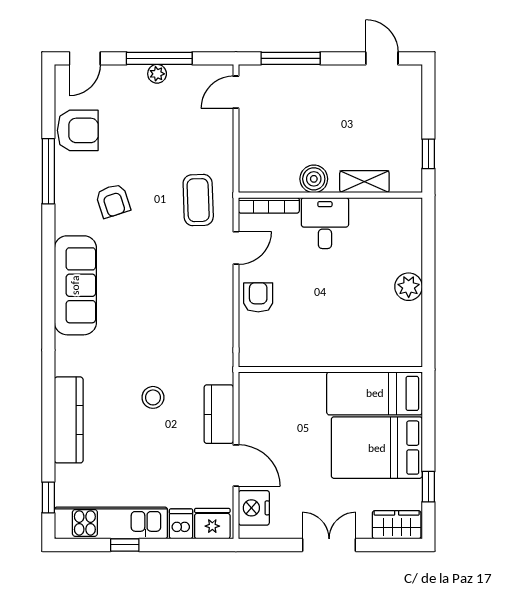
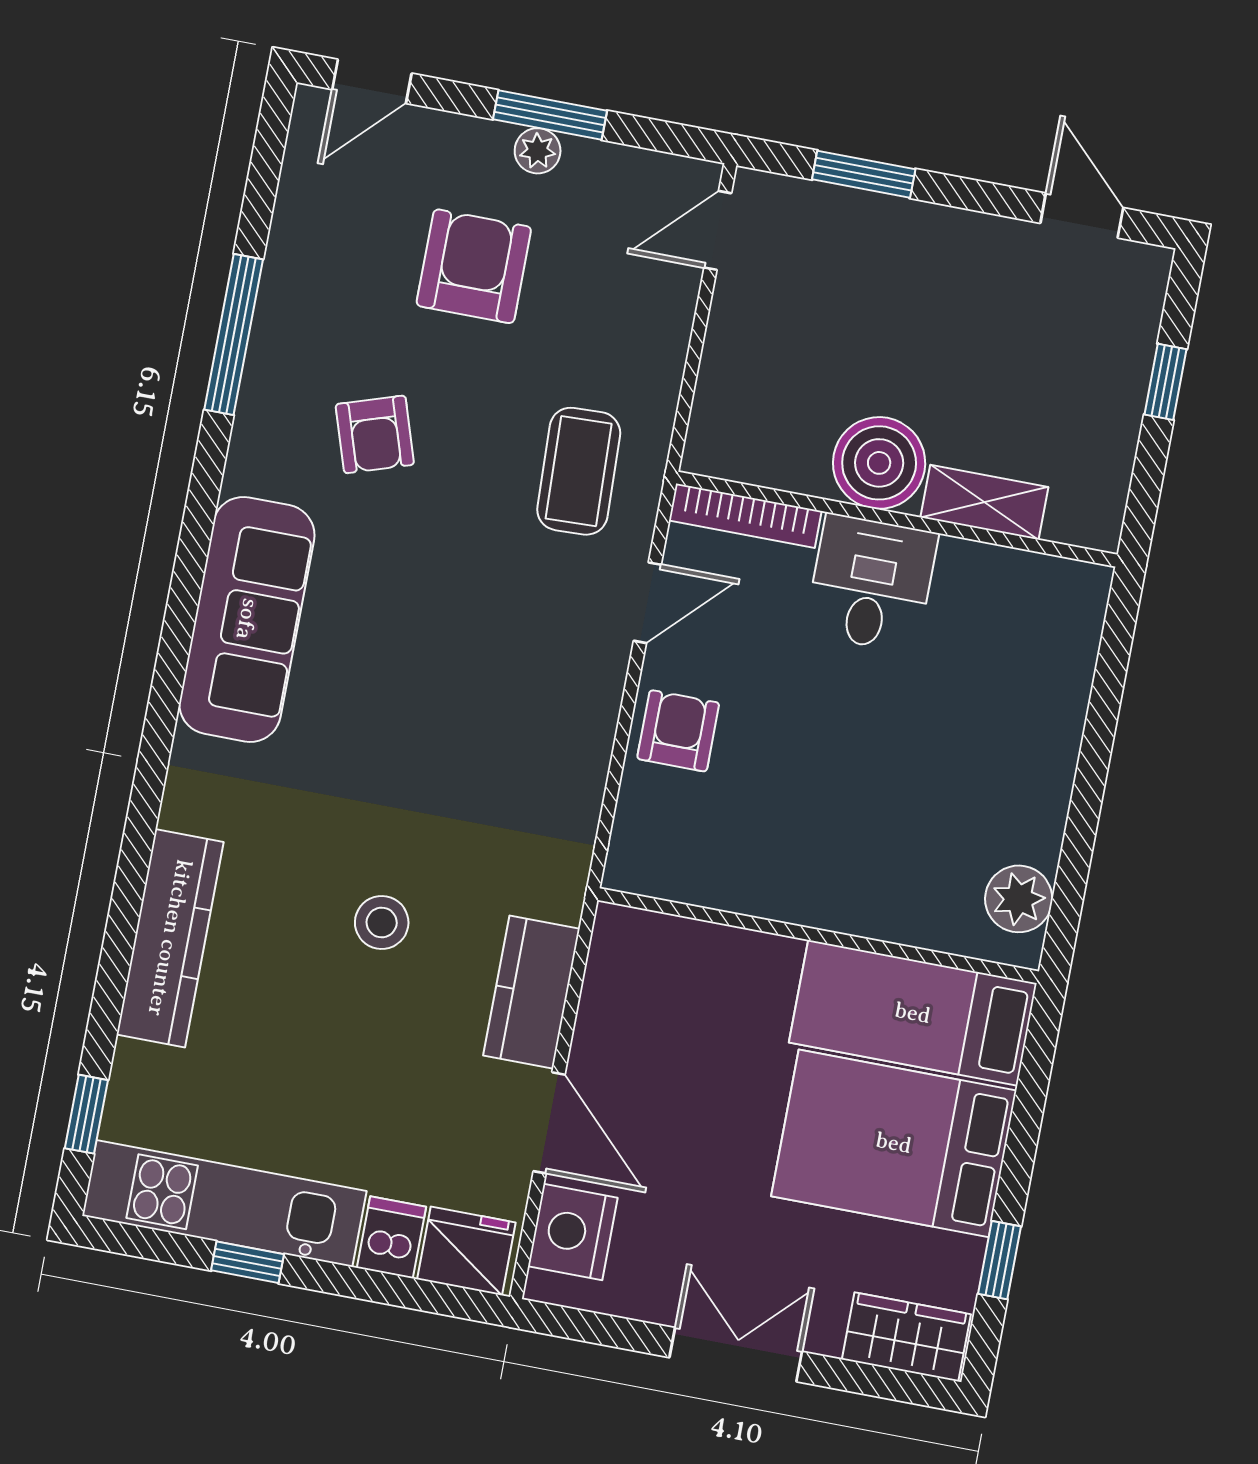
window: (159, 58) -> (550, 115), width x0.69
window: (291, 58) -> (864, 174), width x0.69
armchair: (78, 130) -> (474, 266), moved, turned -90
window: (428, 154) -> (1165, 382), moved
boiler: (314, 179) -> (879, 463), width x1.37, depth x1.37
plant: (409, 287) -> (1019, 899), moved

